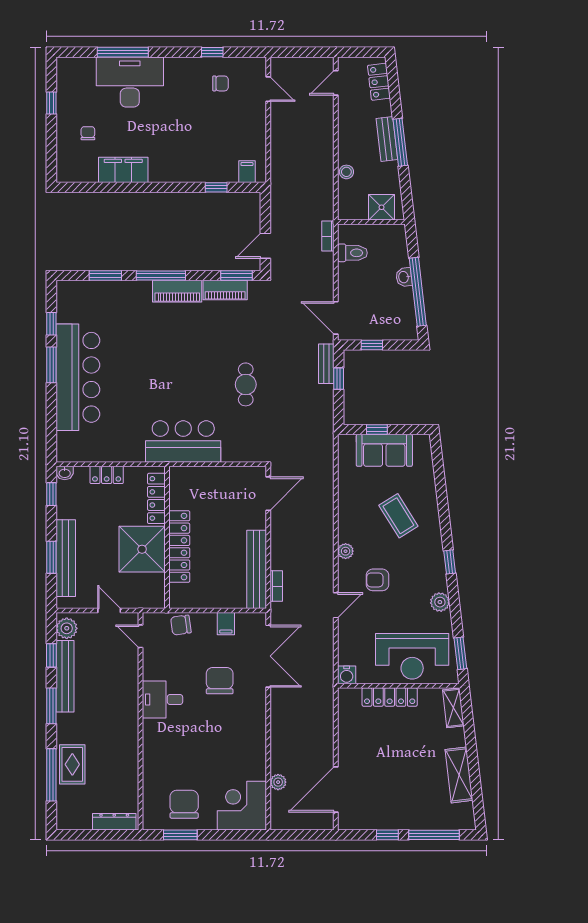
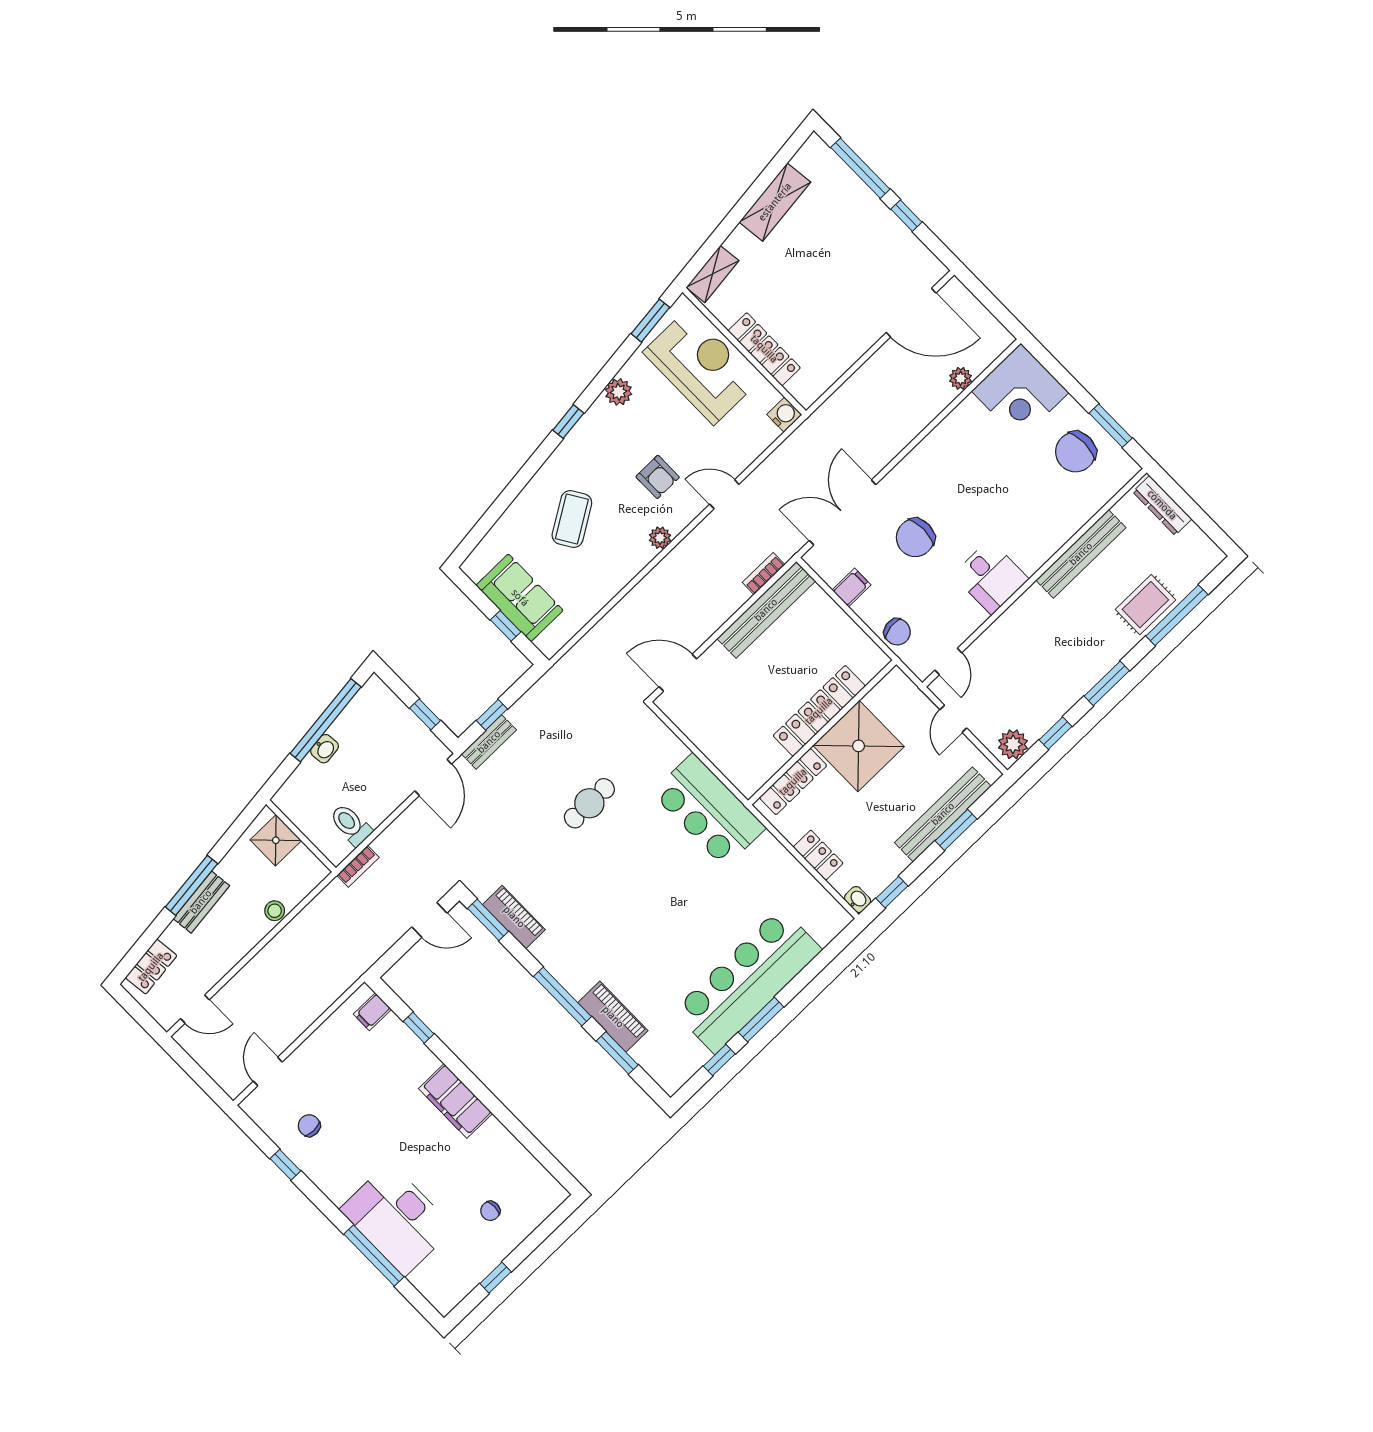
filing cabinet: (123, 170) -> (456, 1101), moved
piano: (177, 291) -> (613, 1017), moved
bench: (65, 676) -> (1081, 554), moved

